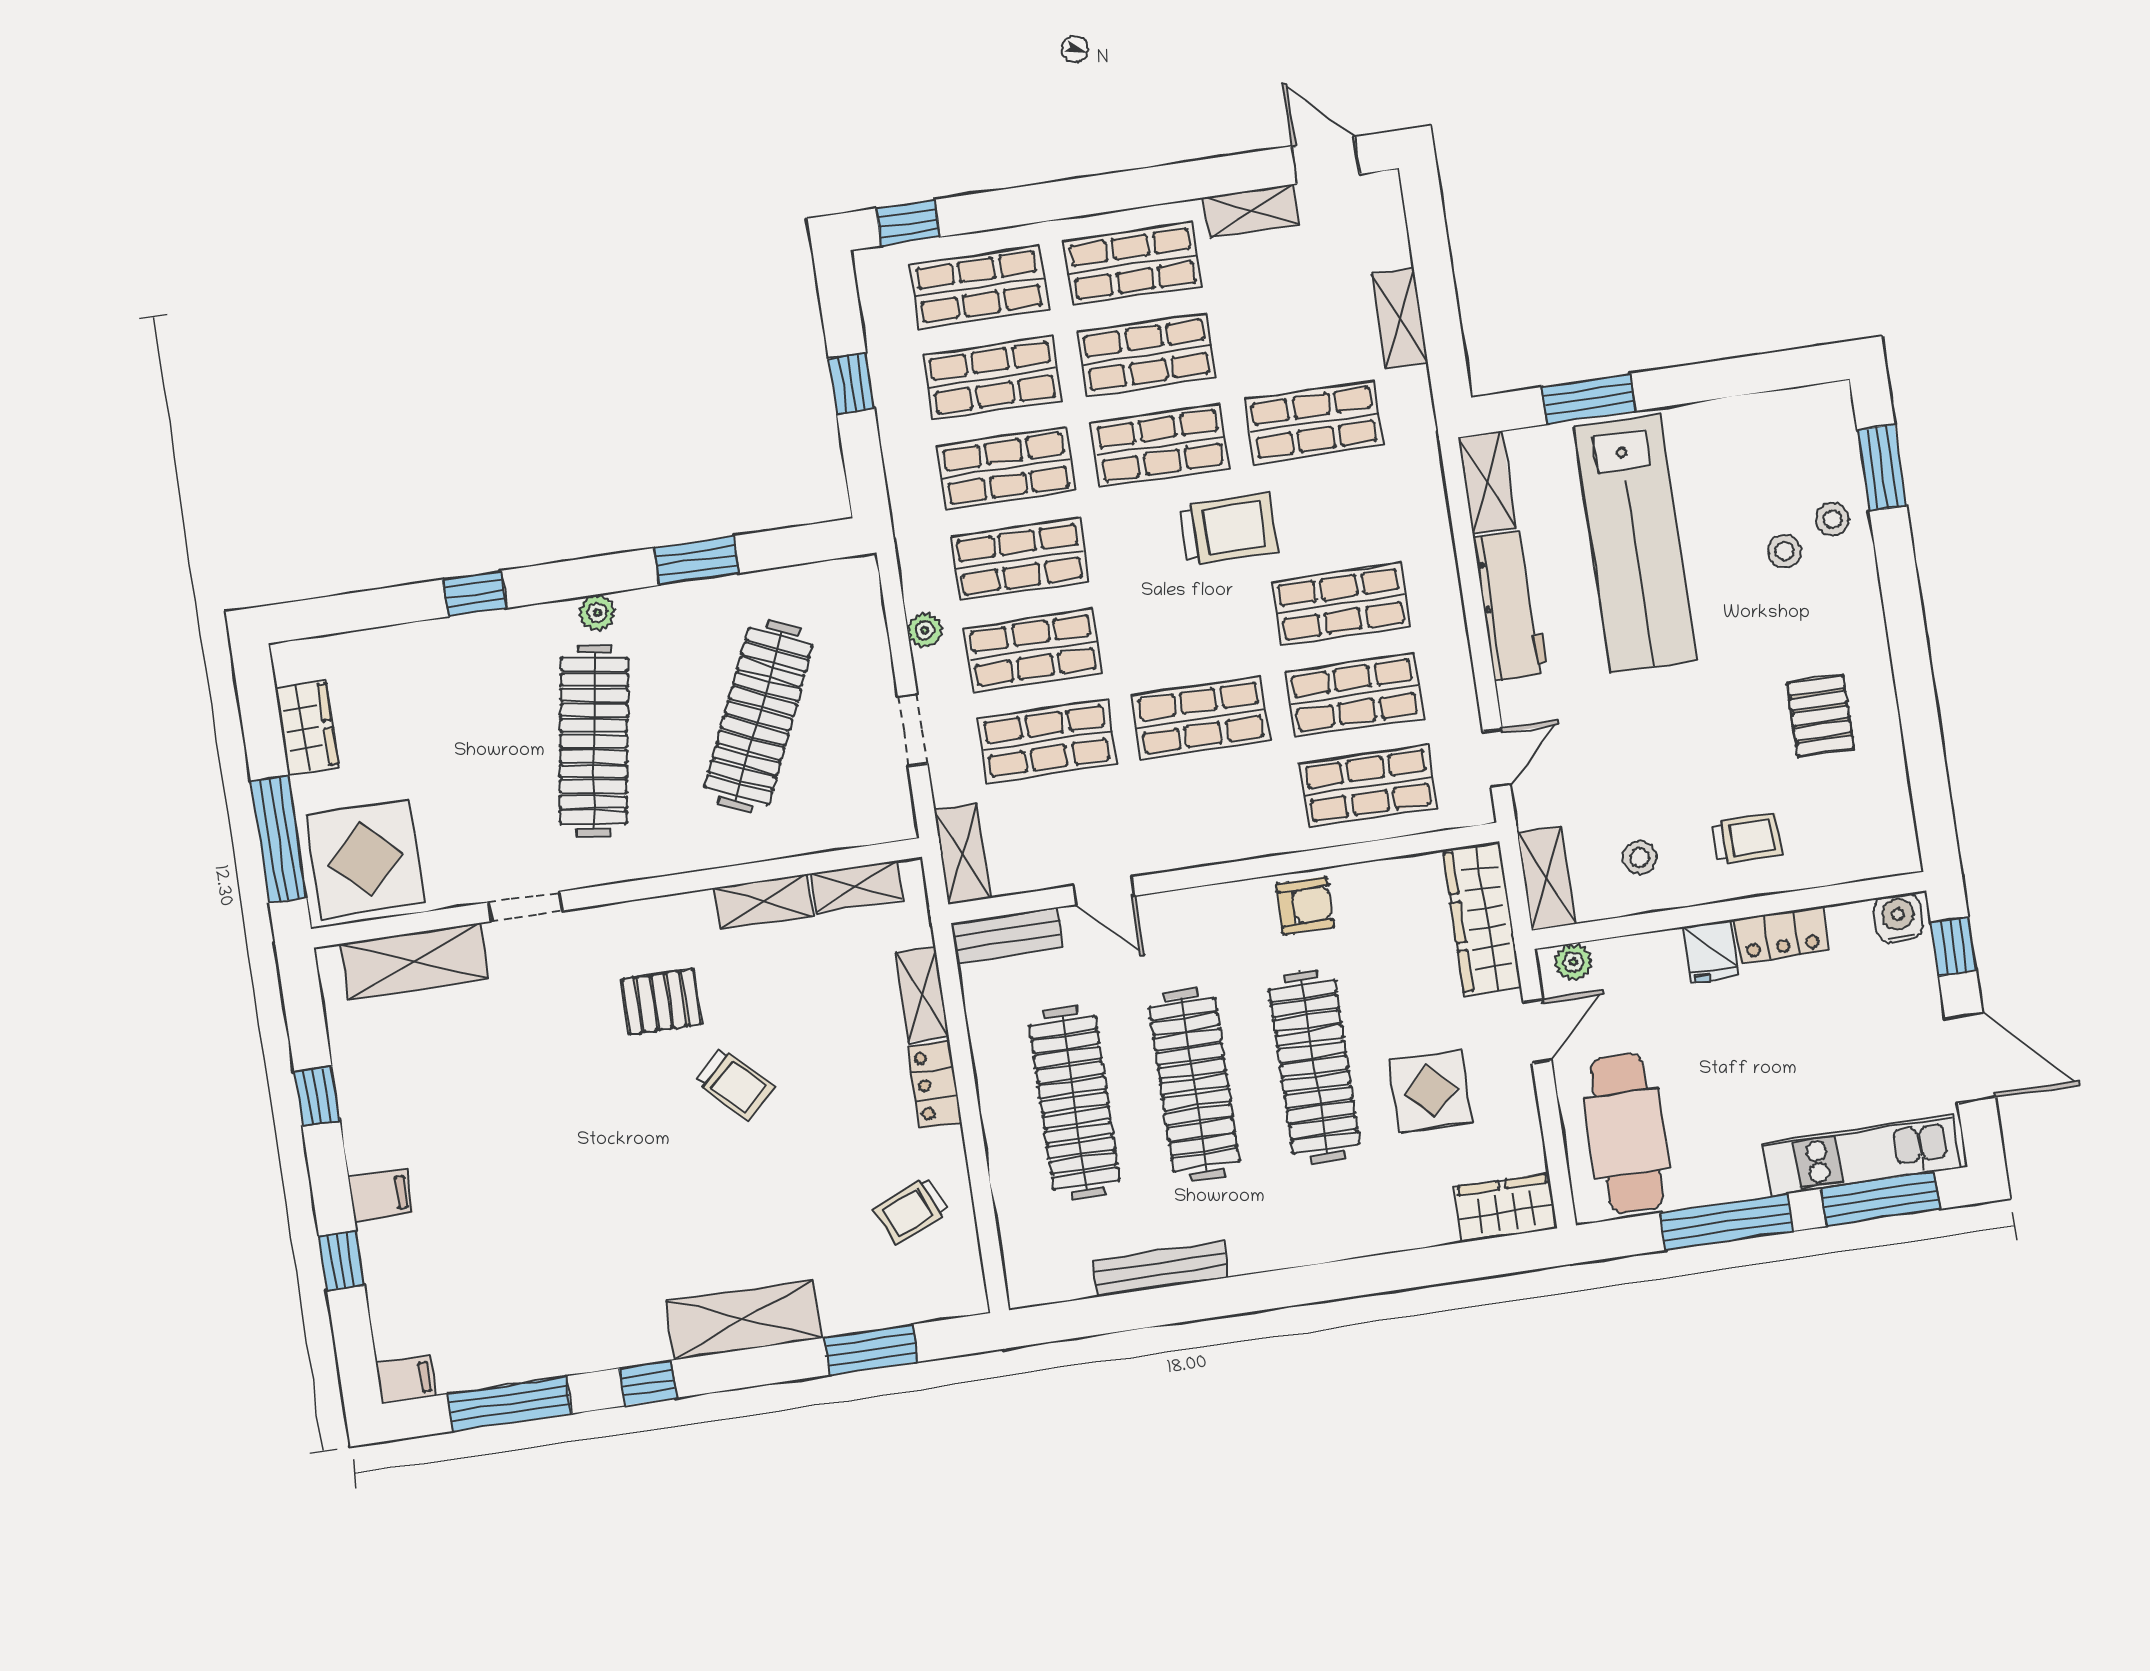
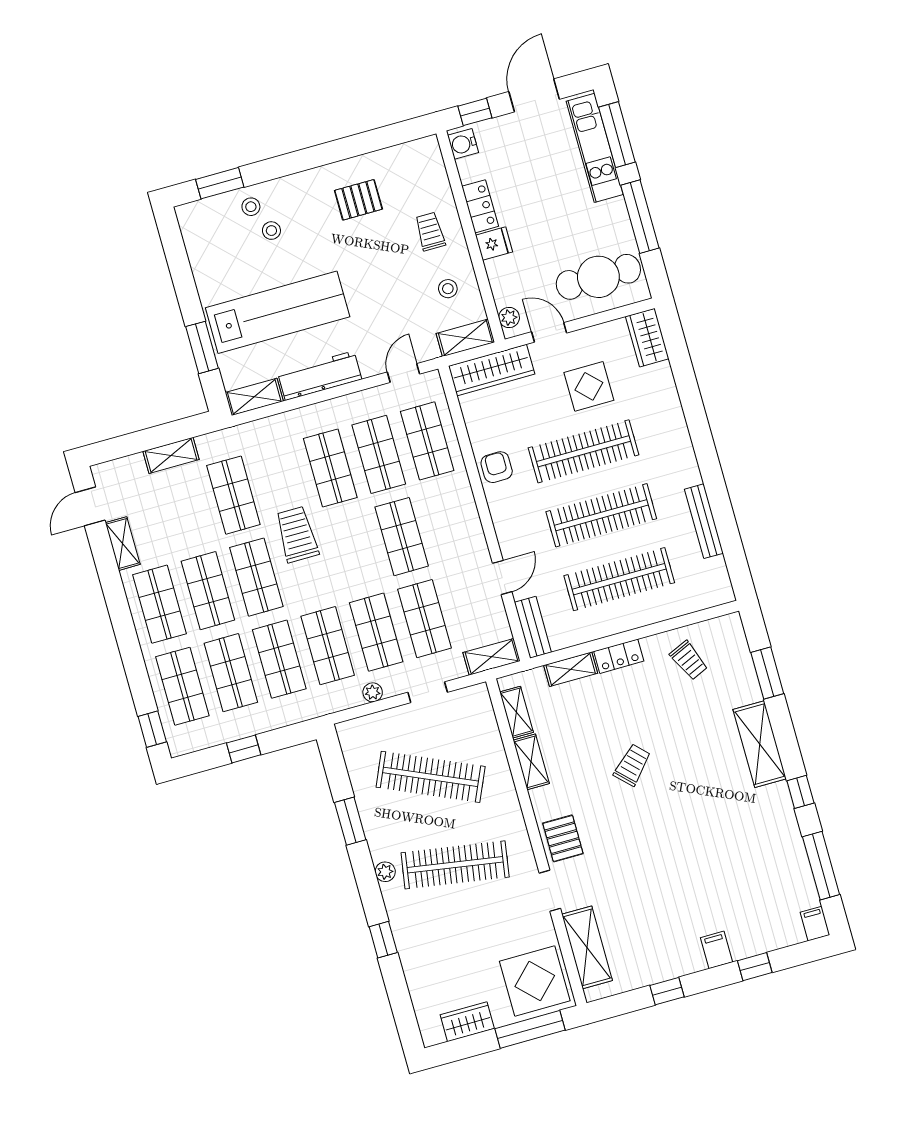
door: (1497, 758) -> (404, 373), hinge flipped
pallet: (661, 1002) -> (563, 838), moved

